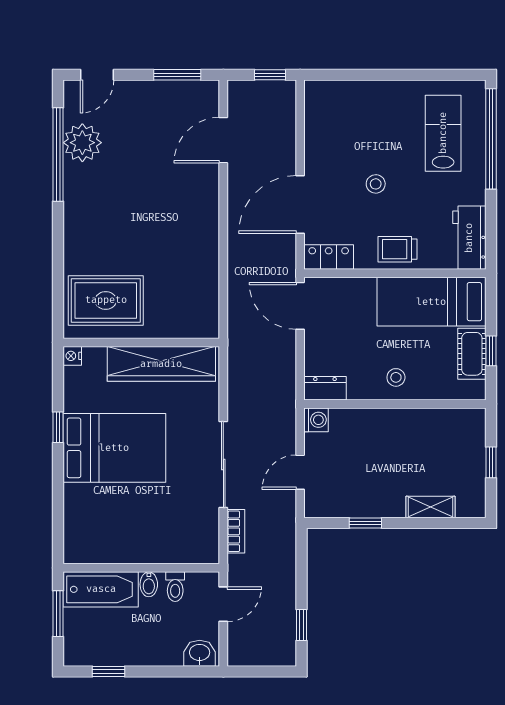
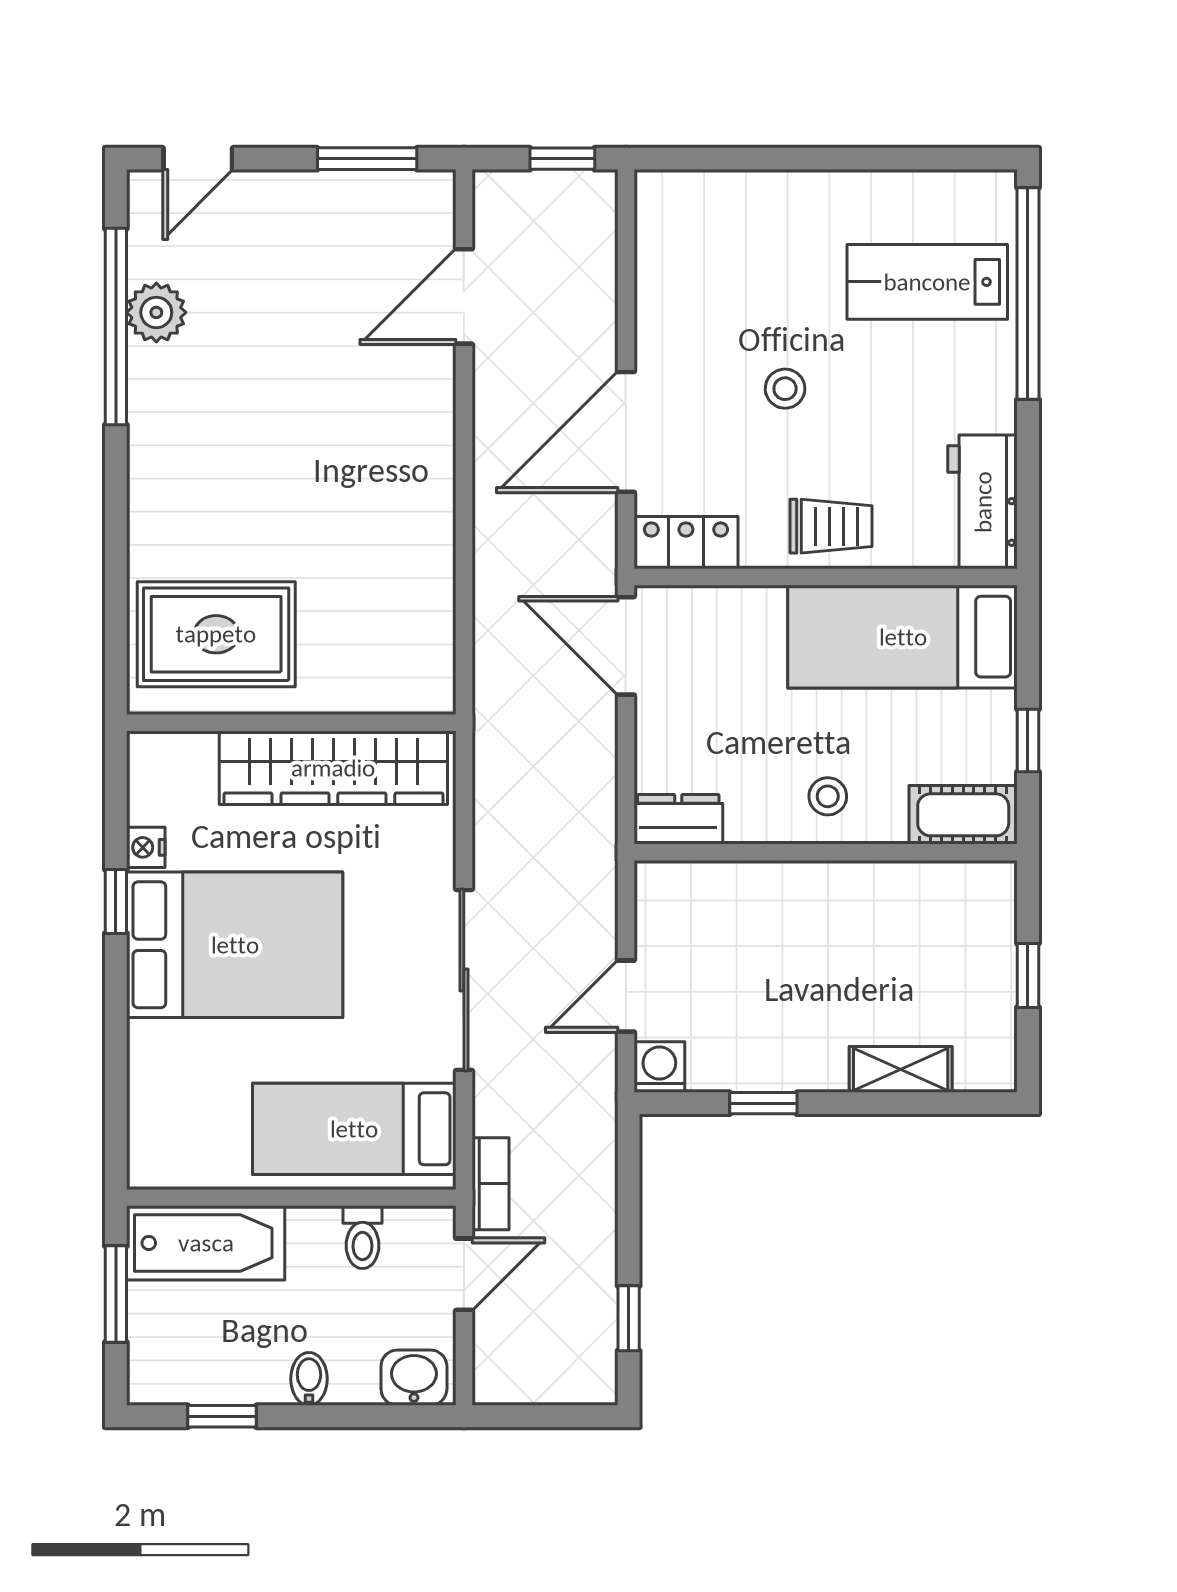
lab bench: (443, 133) -> (927, 282), turned -90
plant: (82, 143) -> (156, 312), width x0.73, depth x0.73
trolley: (397, 249) -> (831, 526), turned 180
cot: (472, 354) -> (963, 815), moved, turned 90
nightstand: (72, 356) -> (146, 847), moved
washing machine: (316, 420) -> (659, 1067), moved, turned -90
bookcase: (236, 531) -> (491, 1184), moved
bed: (171, 535) -> (354, 1129), added
bidet: (149, 584) -> (309, 1379), moved, turned 180

